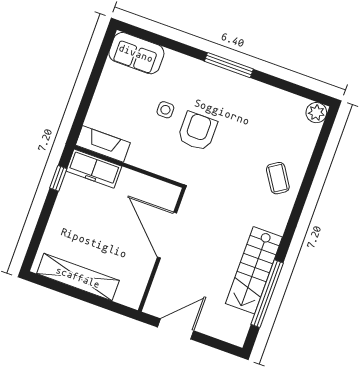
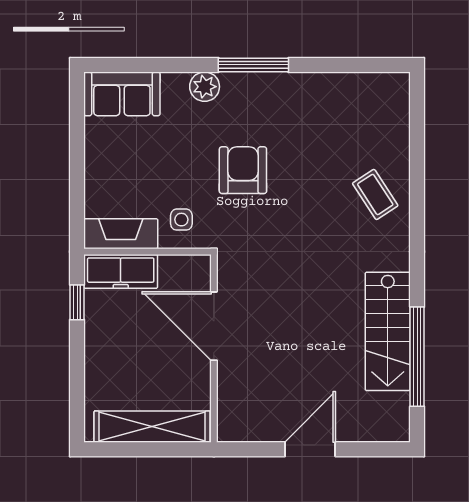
side table: (165, 110) -> (181, 220), moved
plant: (316, 113) -> (205, 87), moved
door: (167, 235) -> (214, 326), moved
wall: (162, 250) -> (214, 348), moved

